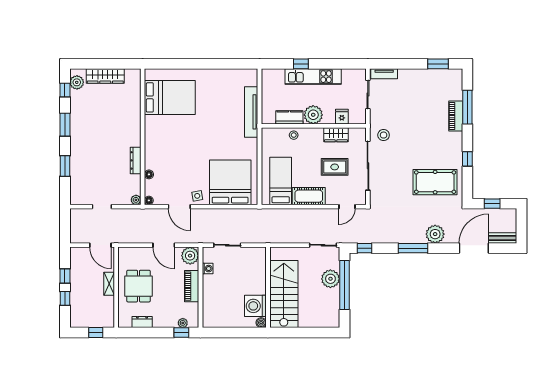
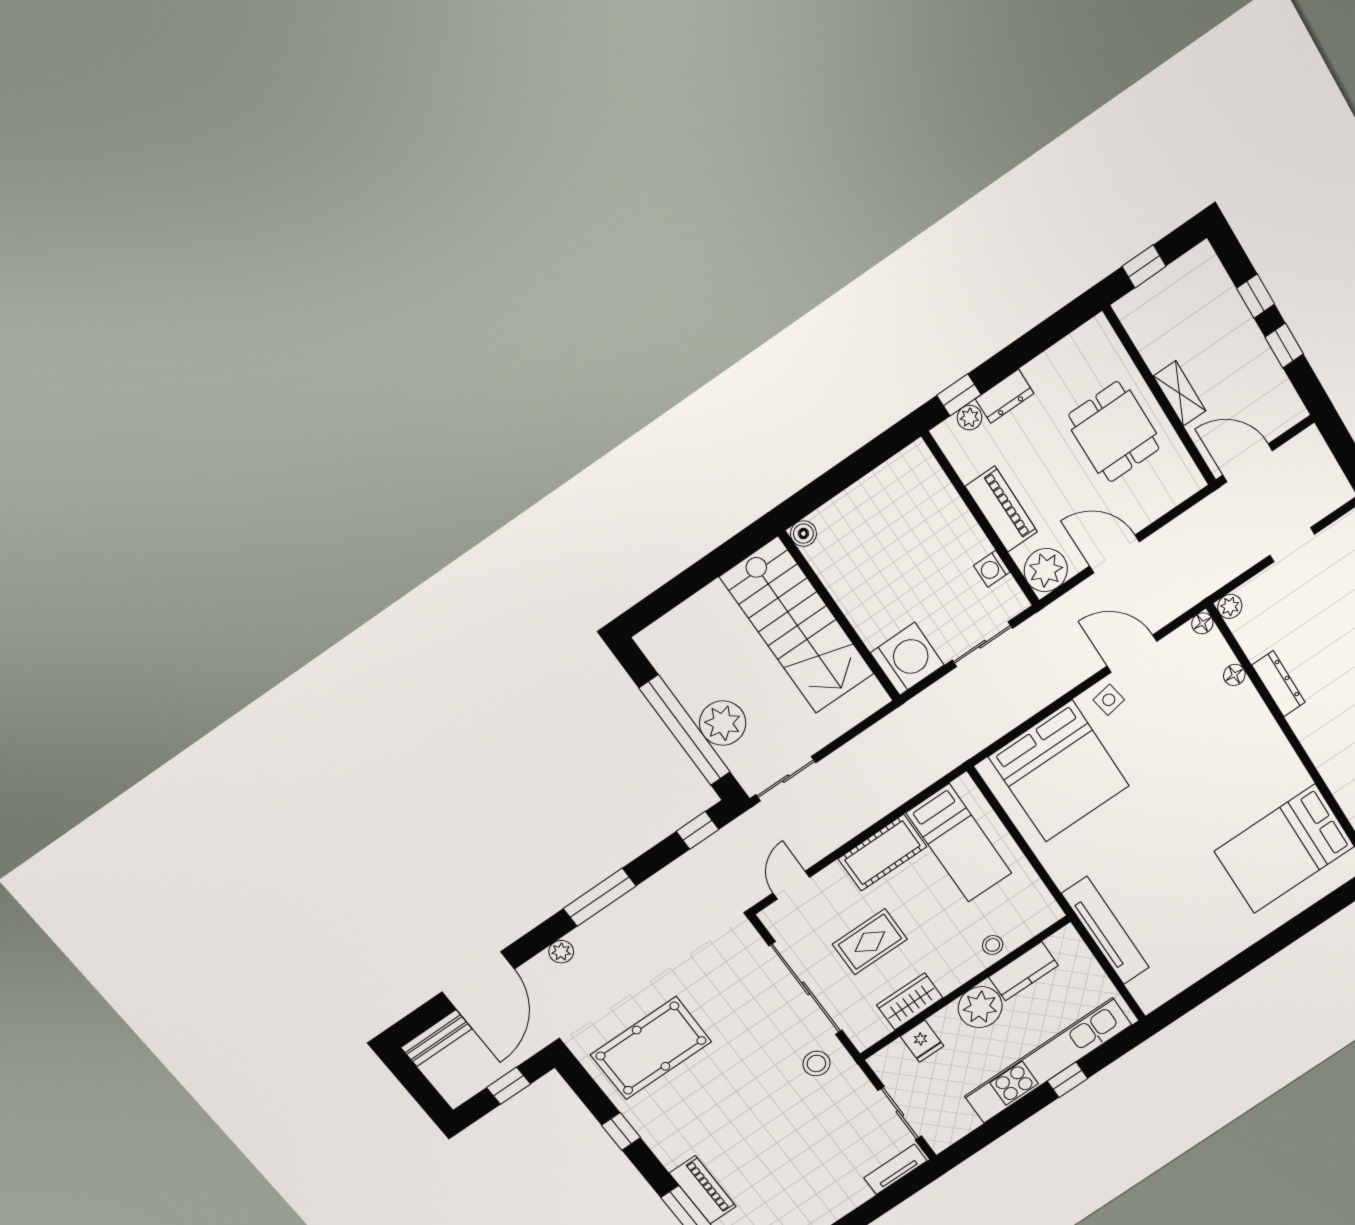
kitchen unit: (313, 77) -> (1048, 1061), width x1.36
plant: (435, 234) -> (561, 952), width x0.53, depth x0.53
washing machine: (255, 306) -> (907, 659), moved
dresser: (142, 322) -> (1005, 396), moved

